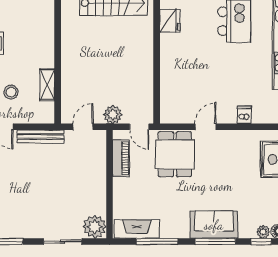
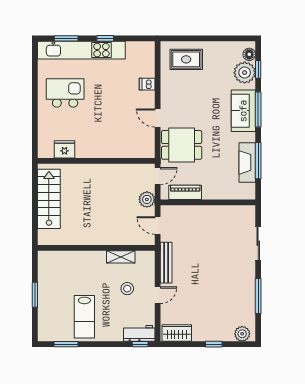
plant: (95, 227) -> (245, 215), removed
fireplace: (137, 229) -> (247, 162), moved
plant: (263, 232) -> (245, 73), width x1.88, depth x1.88

